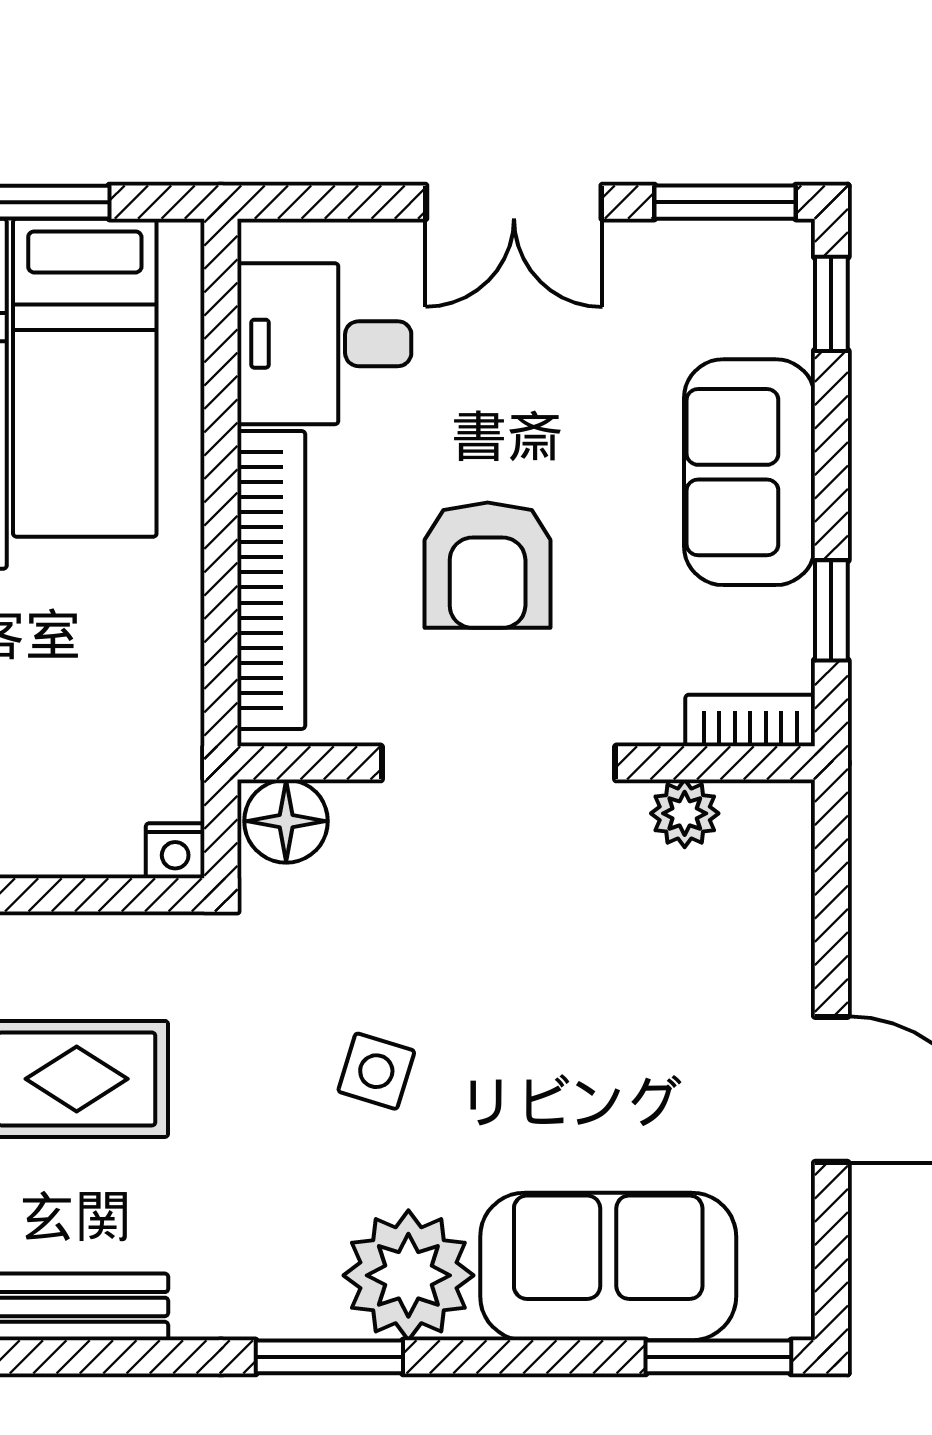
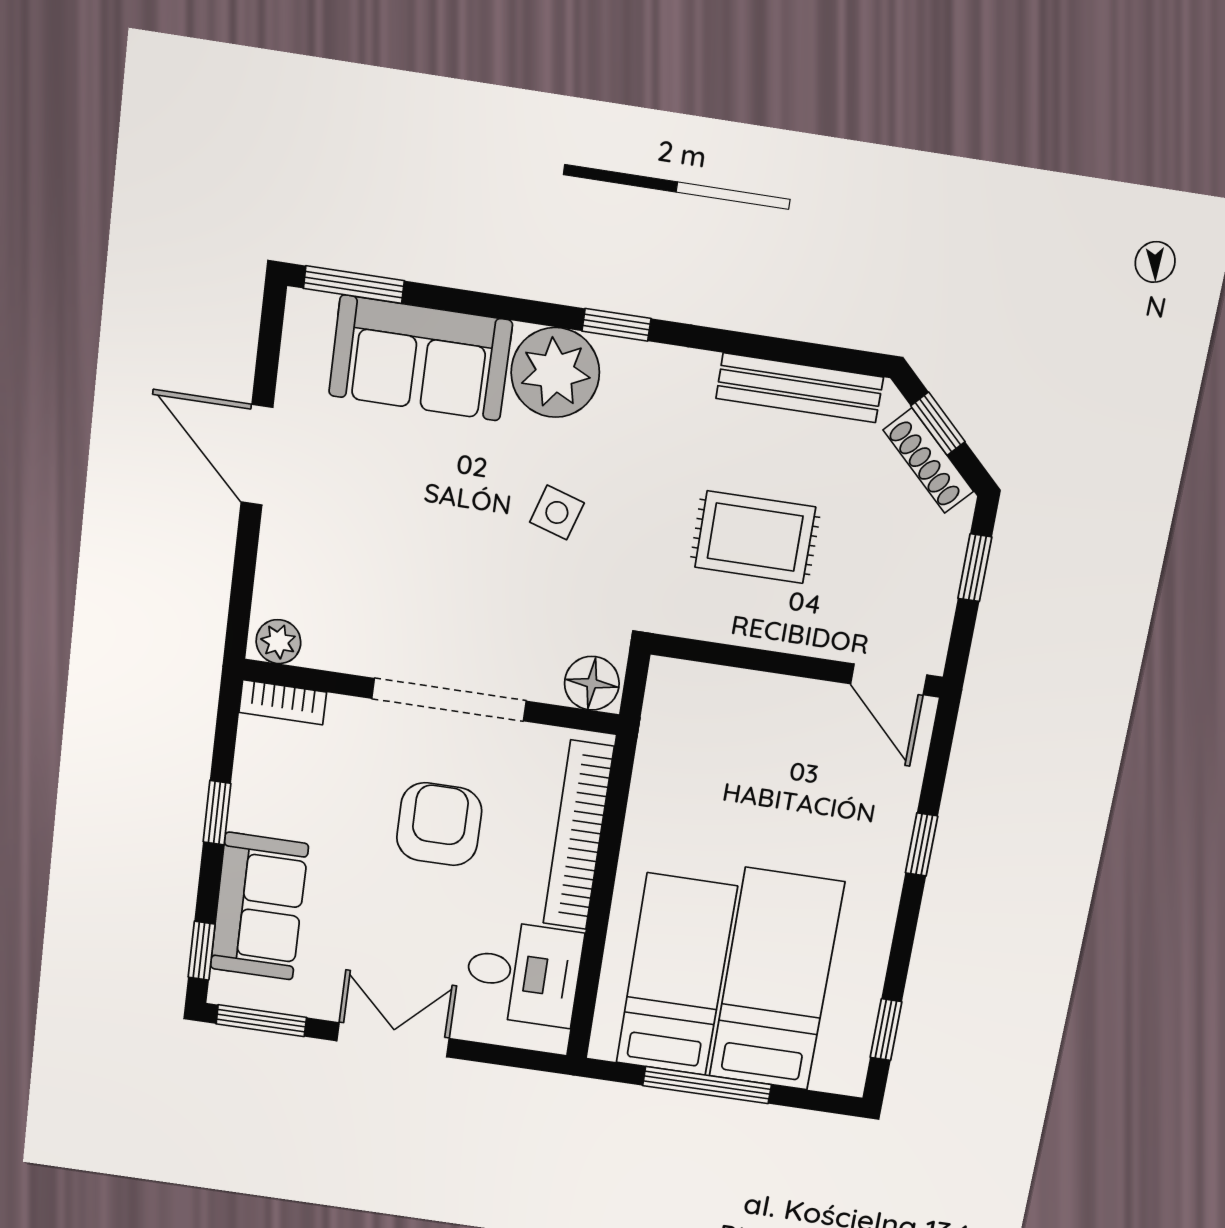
sofa: (749, 472) -> (259, 906), moved
window: (831, 610) -> (217, 813), moved
plant: (685, 813) -> (278, 642), moved
nightstand: (175, 851) -> (667, 675), removed
window: (329, 1357) -> (616, 325), width x0.67

